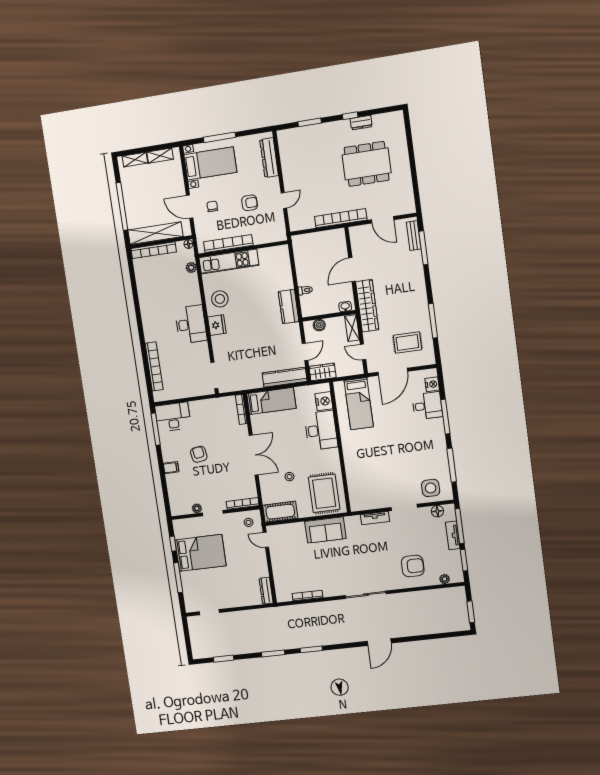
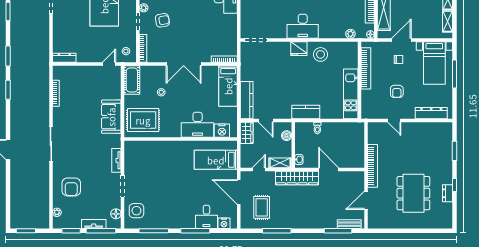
kitchen unit: (229, 261) -> (351, 94), moved
armchair: (199, 454) -> (162, 20), moved

